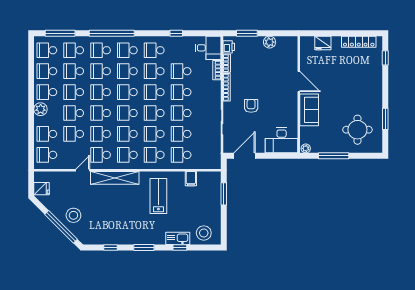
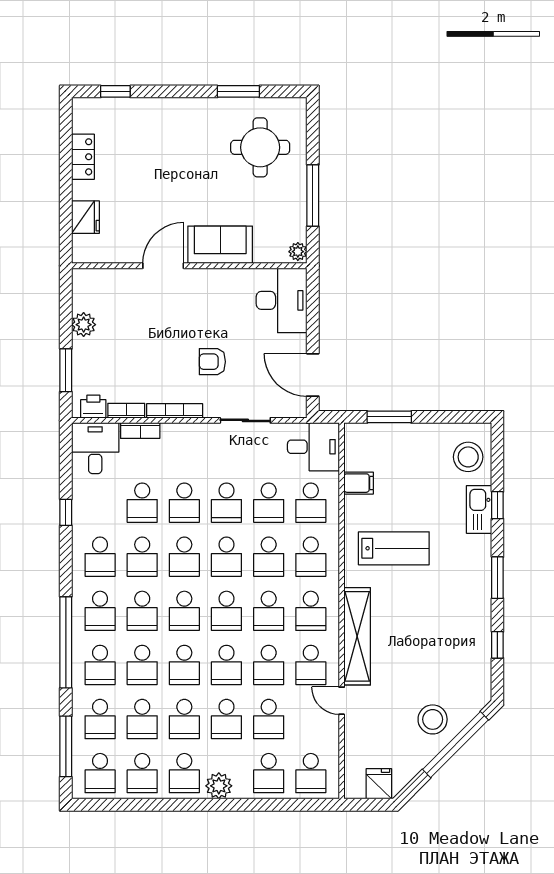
locker: (359, 42) -> (83, 157), width x0.66
desk: (209, 156) -> (313, 447), added
lab bench: (158, 196) -> (394, 548), turned 180

